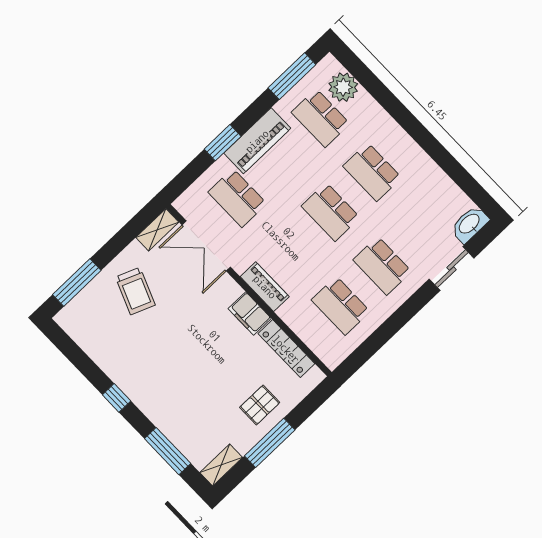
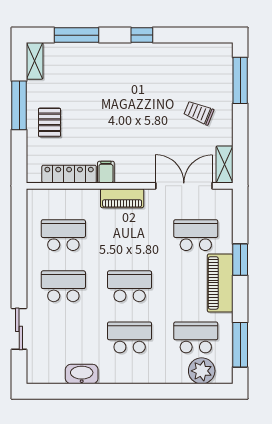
washbasin: (470, 224) -> (82, 374), moved, turned -90
trolley: (135, 291) -> (199, 113), width x0.73, depth x0.72
filing cabinet: (250, 313) -> (106, 172), width x0.50

